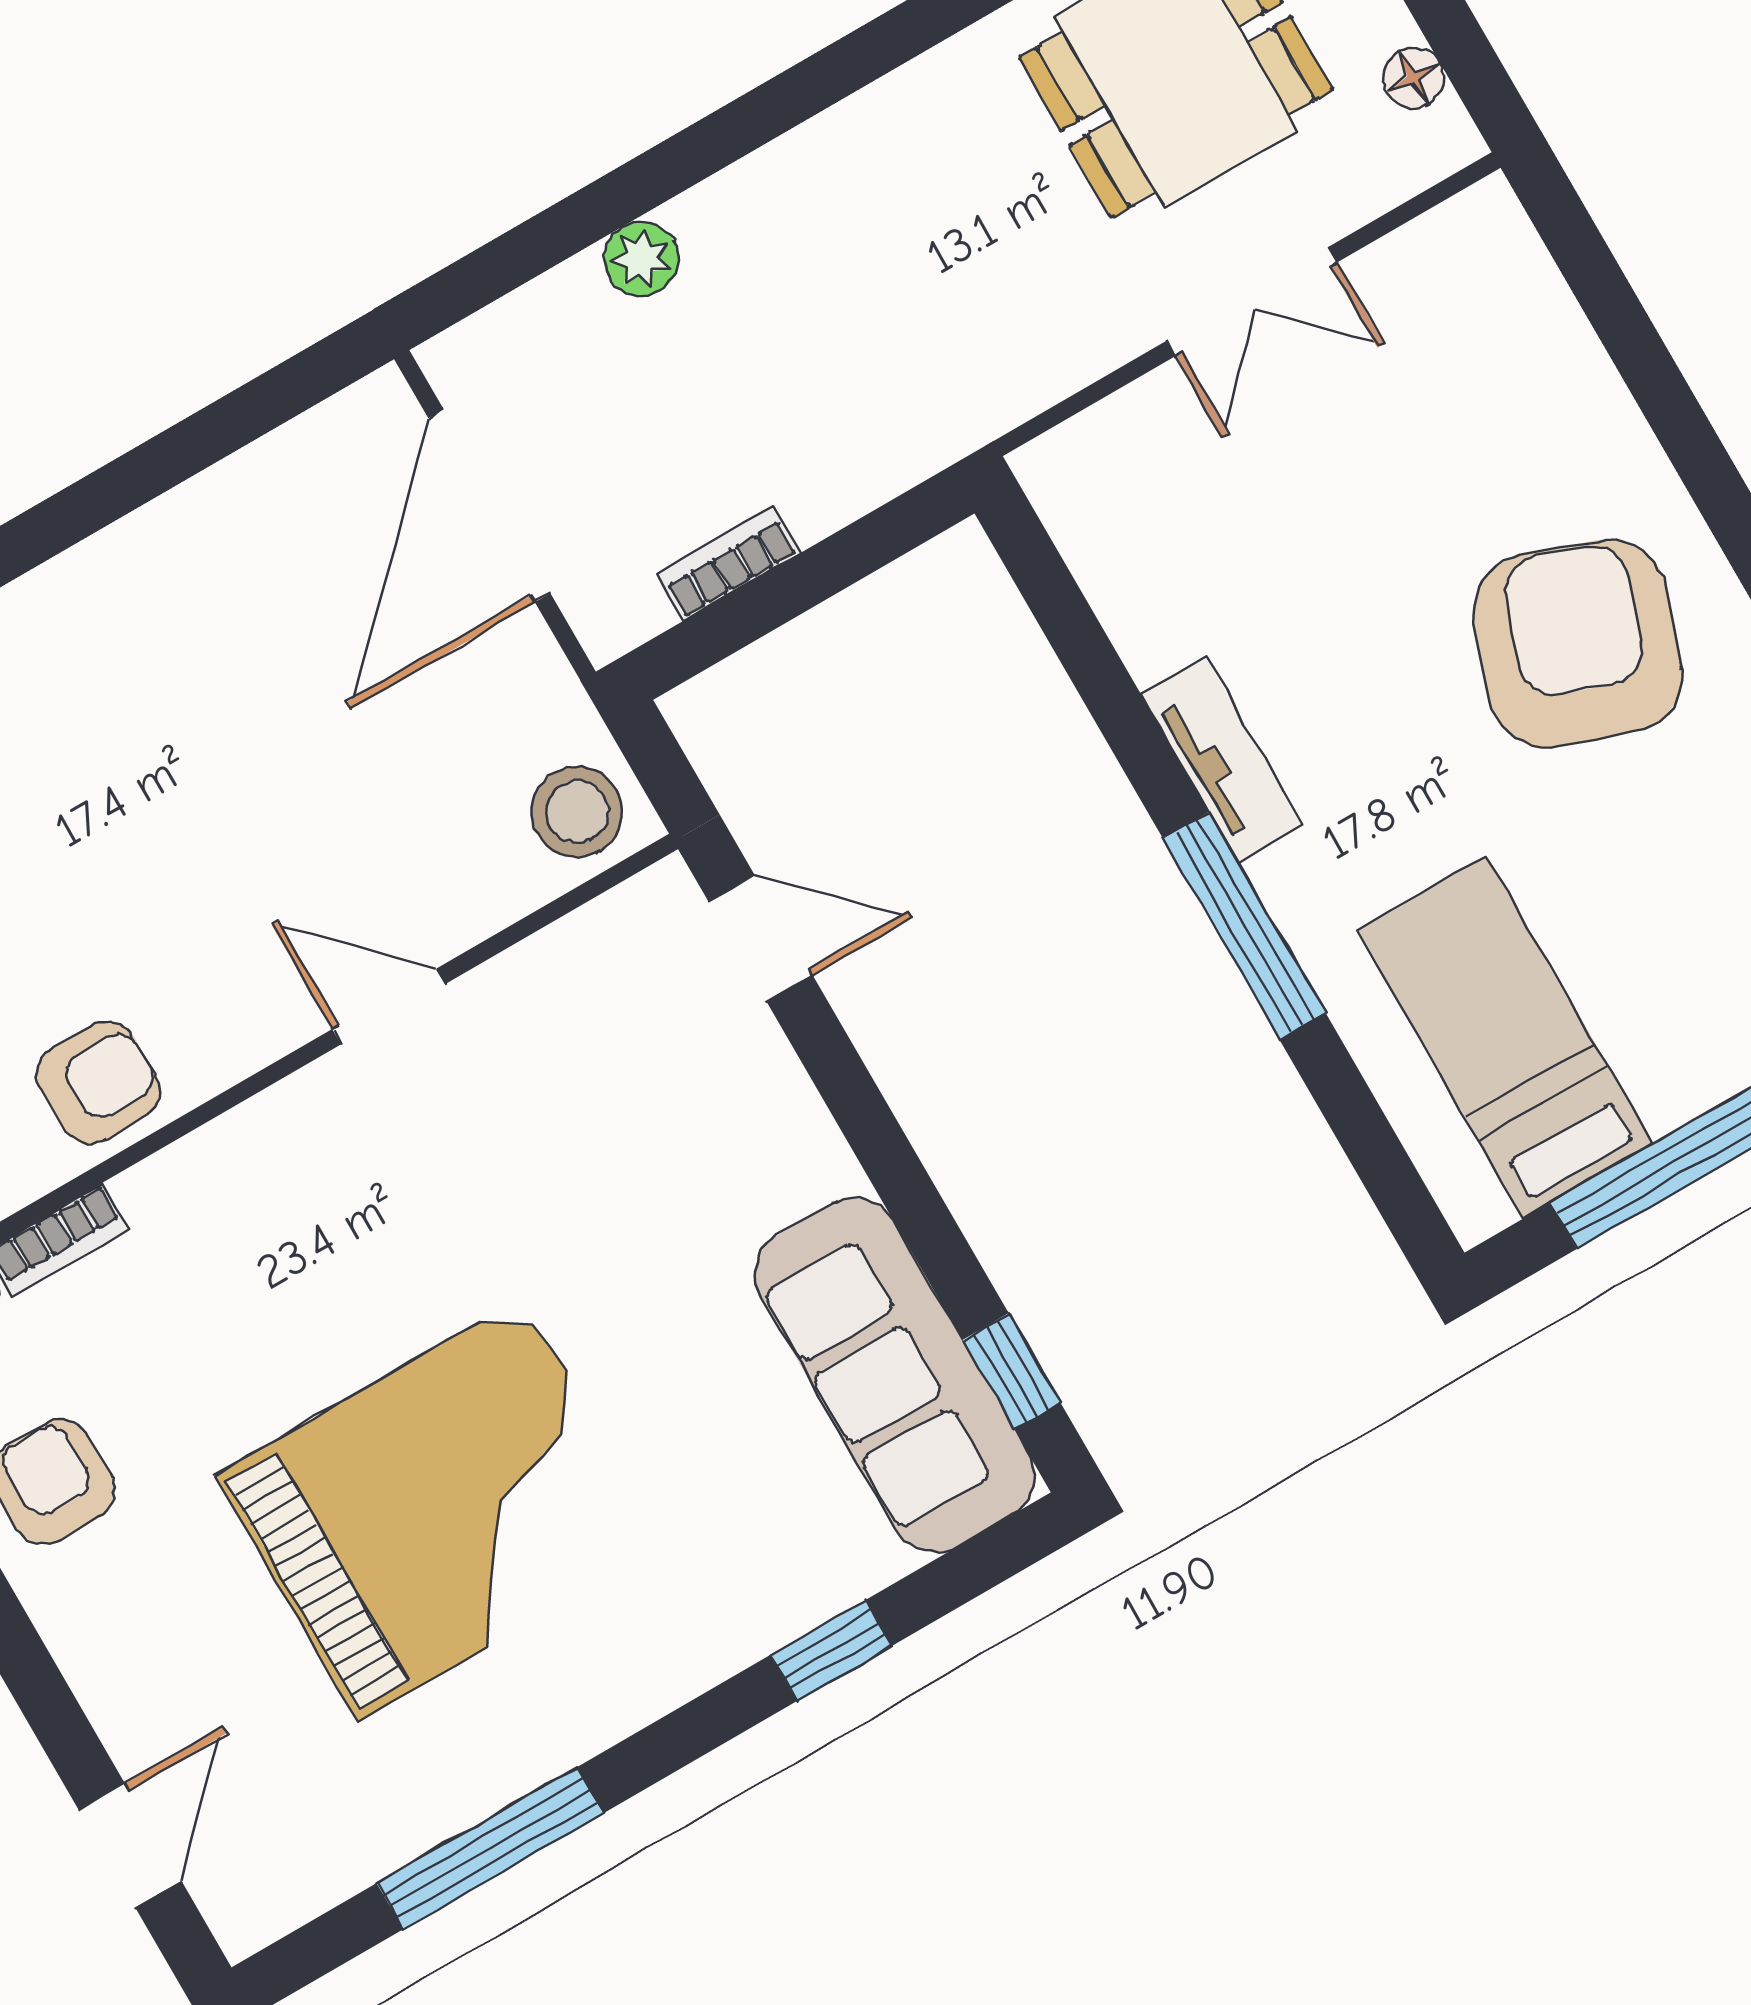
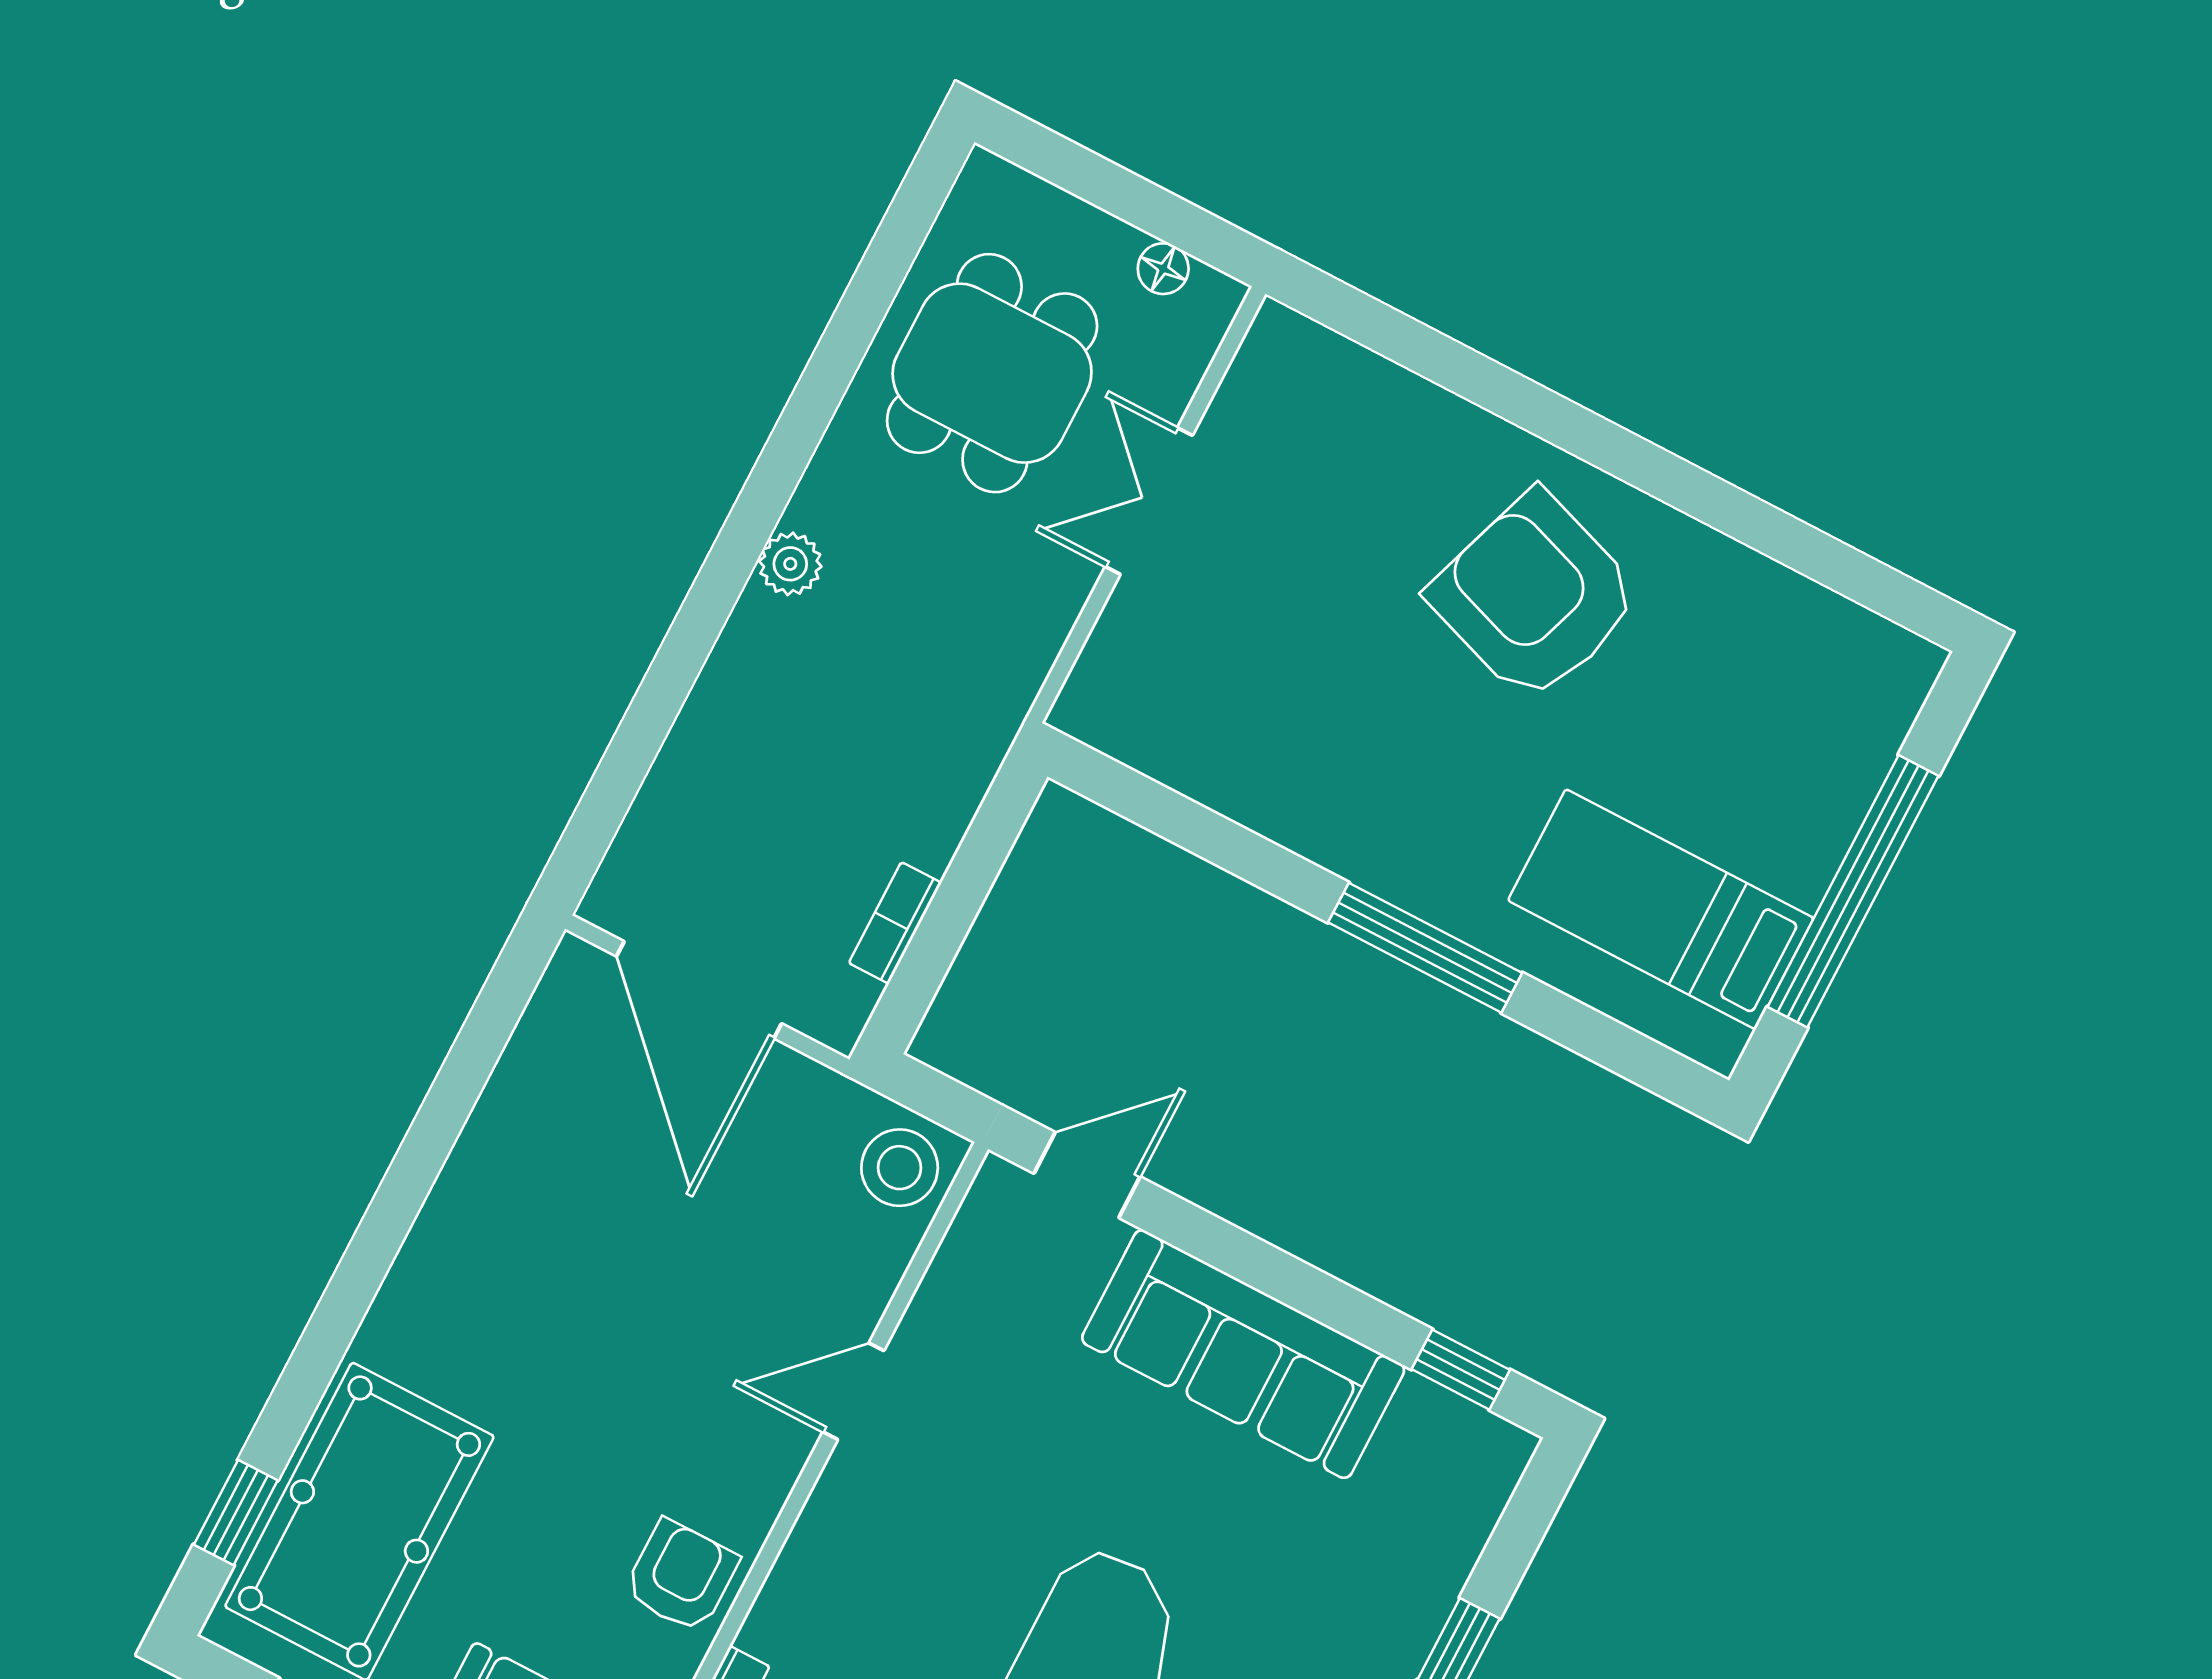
plant: (641, 259) -> (790, 564), moved
double door: (1252, 302) -> (1149, 501), swing flipped
tv unit: (1222, 760) -> (1334, 840), removed
sofa: (895, 1375) -> (1243, 1354), moved

